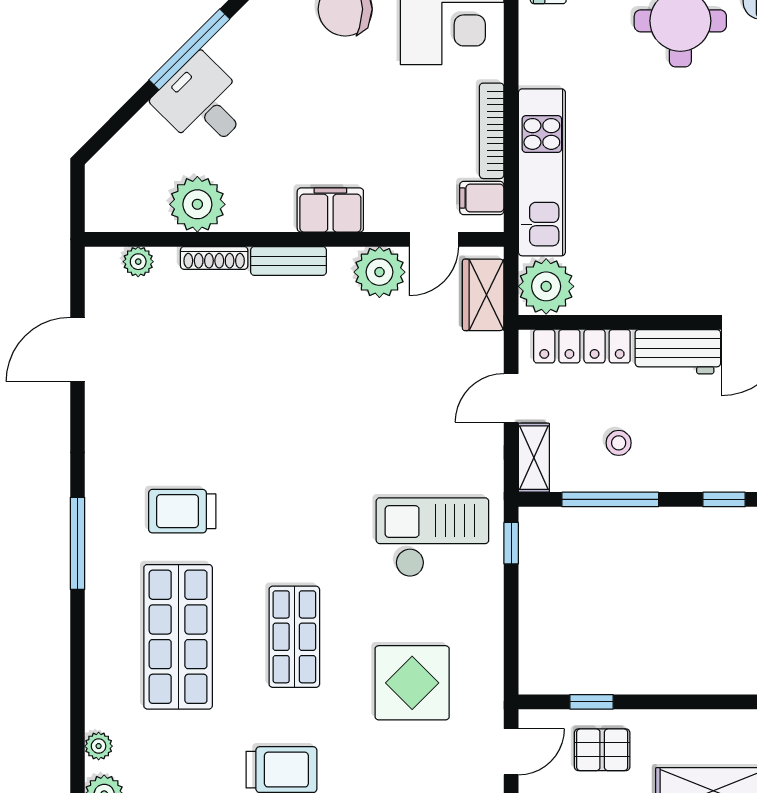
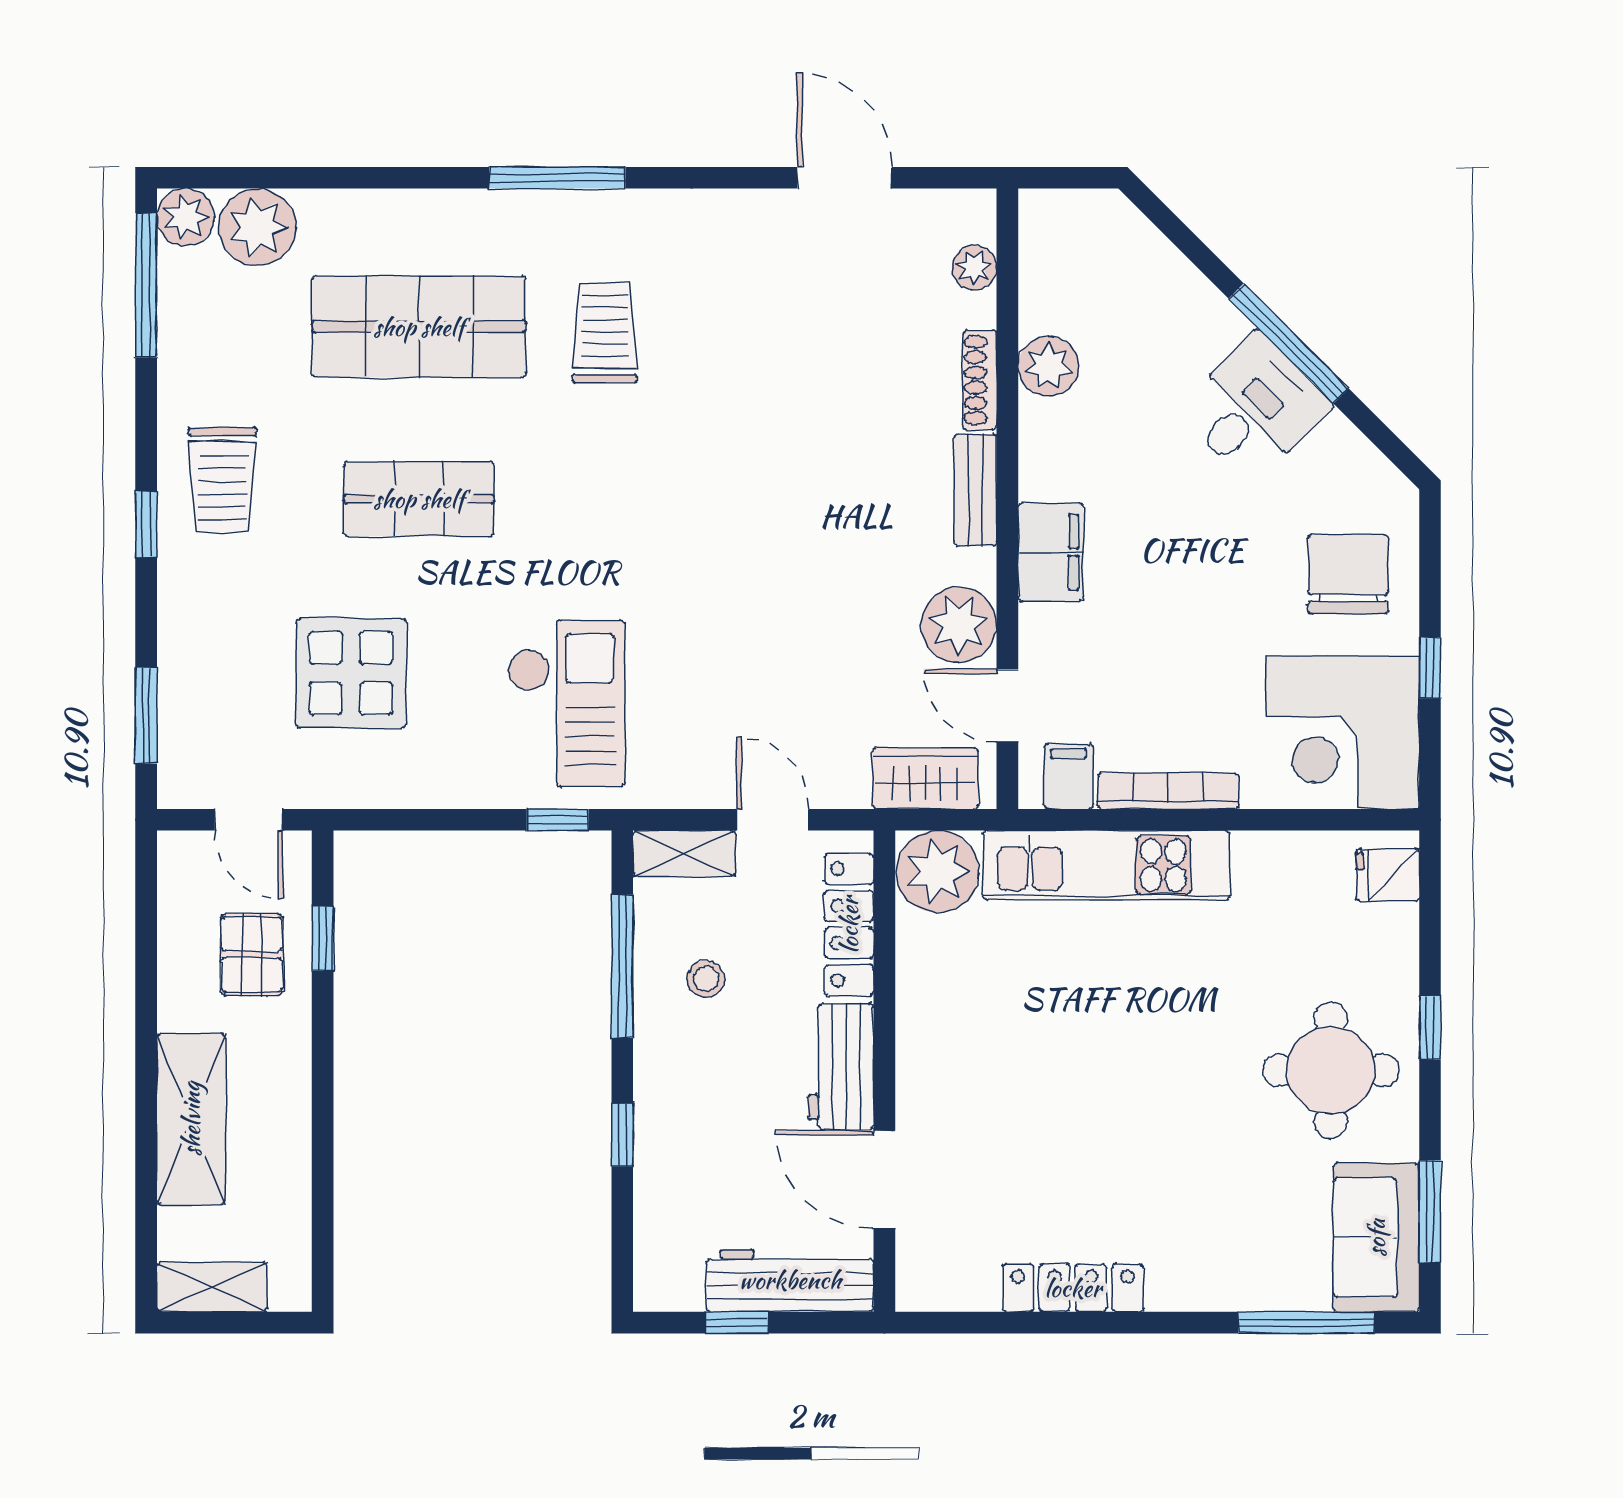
desk: (203, 103) -> (1254, 408), moved
plant: (197, 204) -> (1048, 366), width x0.73, depth x0.73
plant: (99, 746) -> (257, 227), width x1.87, depth x1.87

